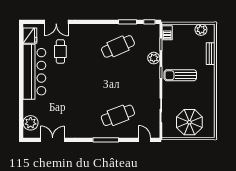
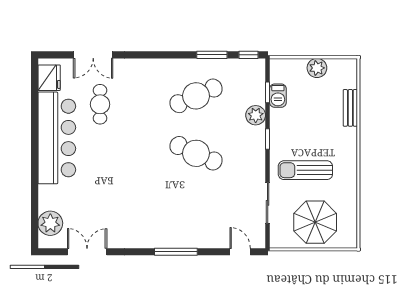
plant: (201, 30) -> (317, 68), moved
barbecue: (167, 33) -> (278, 96), moved
sun lounger: (180, 75) -> (305, 170), moved
cafe table: (118, 115) -> (196, 153), moved, turned 45

